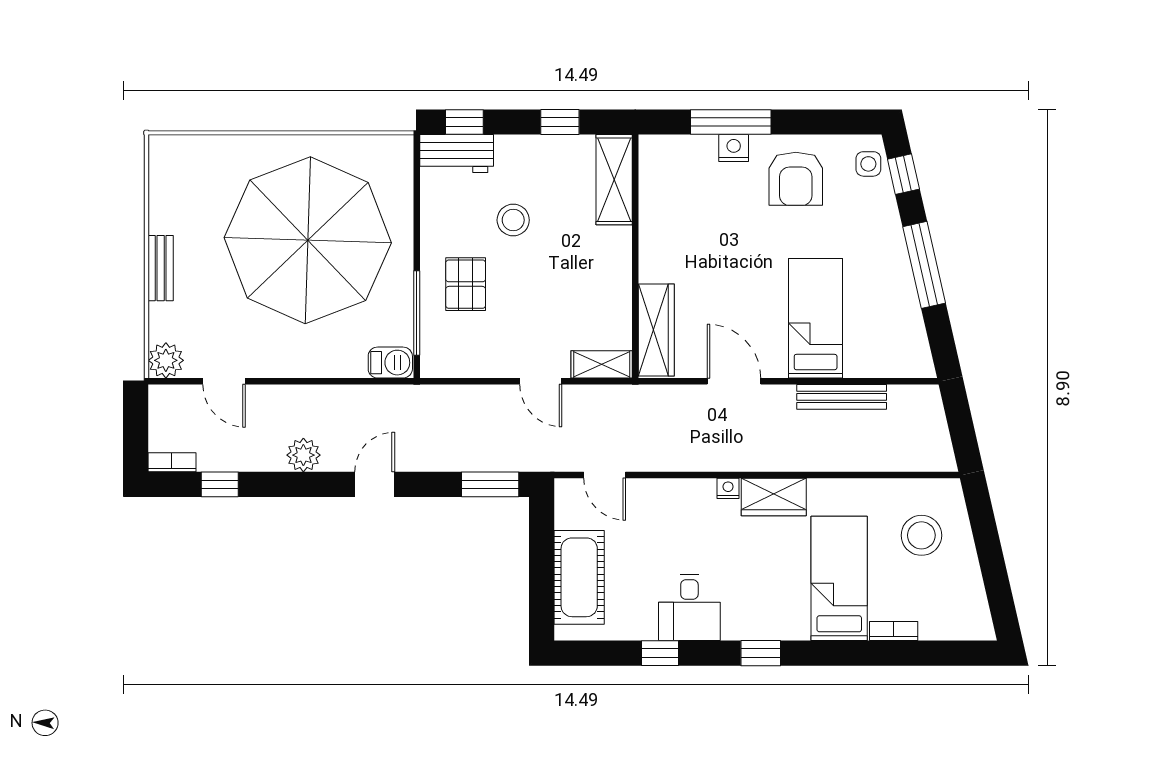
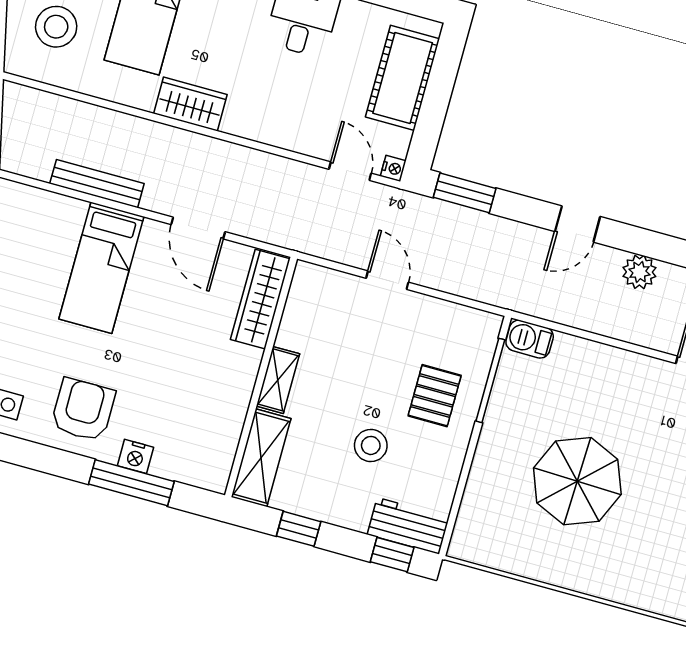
parasol: (308, 240) -> (577, 481), width x0.54, depth x0.54
shelving: (602, 364) -> (278, 380), moved, turned 90
nightstand: (728, 488) -> (393, 168), moved, turned -90

